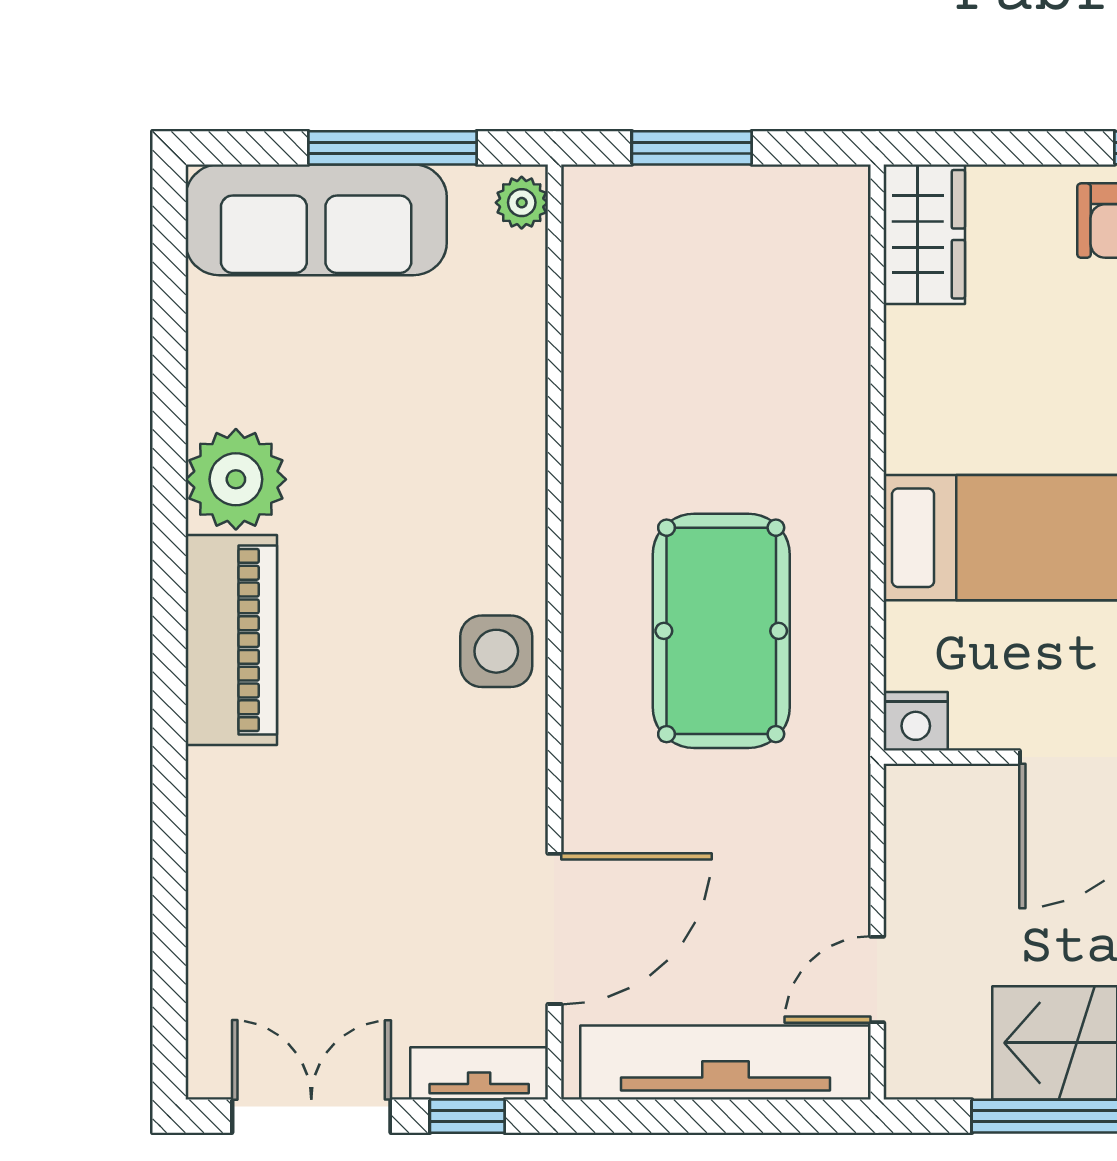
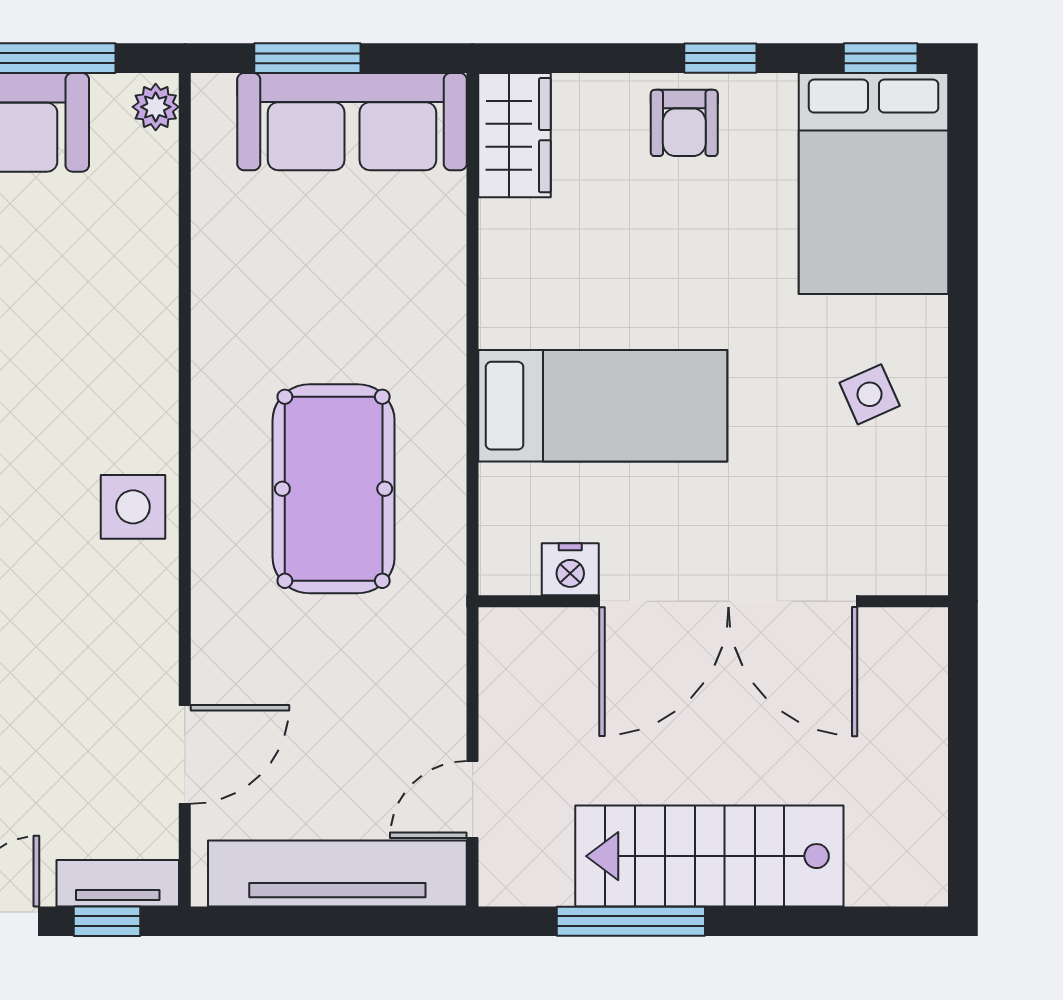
sofa: (742, 219) -> (352, 122), added
nightstand: (916, 721) -> (570, 569), moved
door: (554, 929) -> (185, 754), width x0.73

